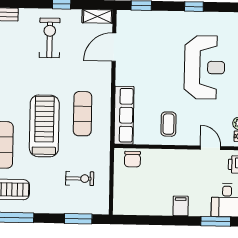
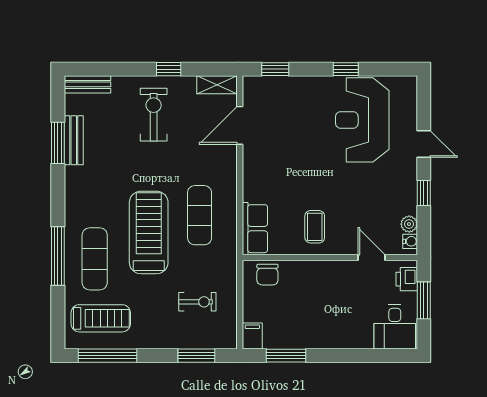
reception desk: (205, 67) -> (362, 120), moved, turned 180
row of seats: (124, 115) -> (255, 229), width x0.68
filing cabinet: (181, 206) -> (252, 336), moved
window: (216, 221) -> (286, 356), moved

